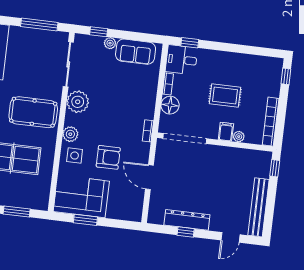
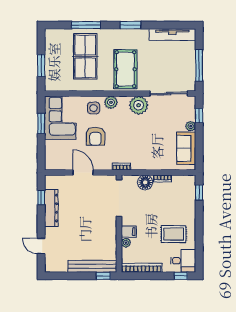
desk: (181, 60) -> (183, 261), moved, turned 90
rug: (225, 96) -> (174, 234), moved, turned 90
door: (149, 177) -> (83, 173), hinge flipped
bench: (259, 207) -> (92, 266), moved
window: (186, 232) -> (41, 198), moved

